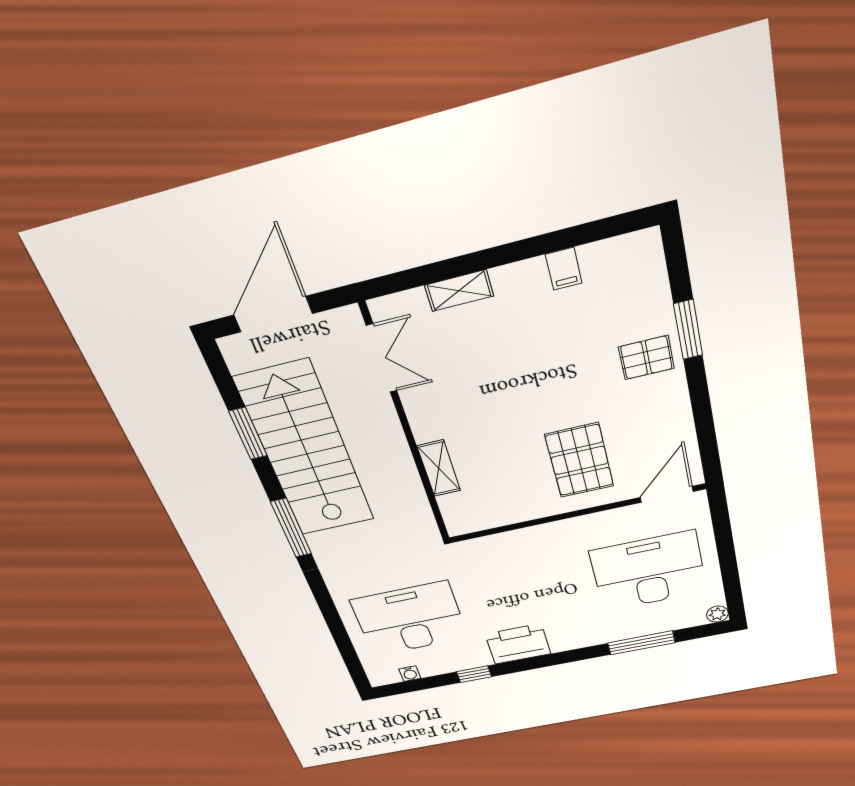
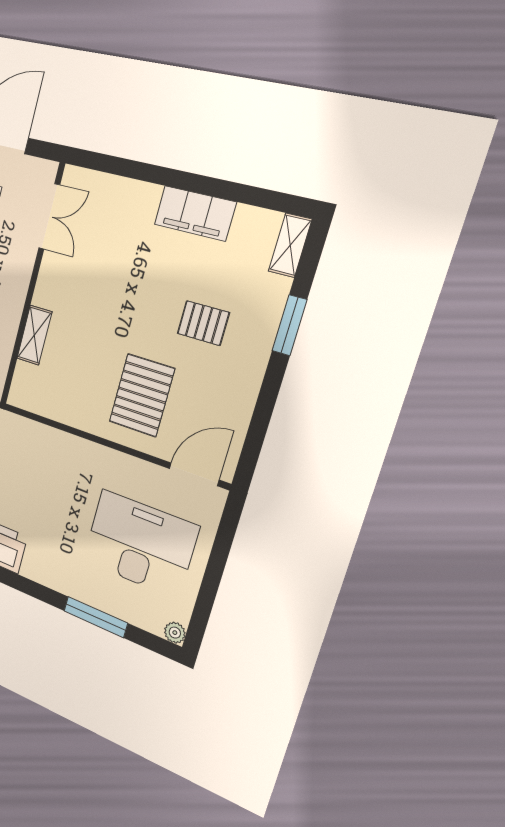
filing cabinet: (564, 269) -> (195, 213), width x3.00, depth x1.17
shelving: (459, 291) -> (290, 245), moved, turned 90
pallet: (646, 358) -> (203, 323), moved

